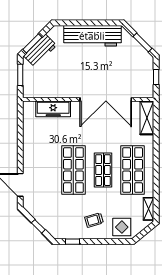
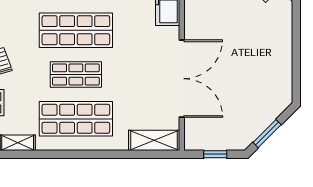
workbench: (92, 36) -> (277, 59), removed
double door: (106, 99) -> (182, 79), swing flipped

